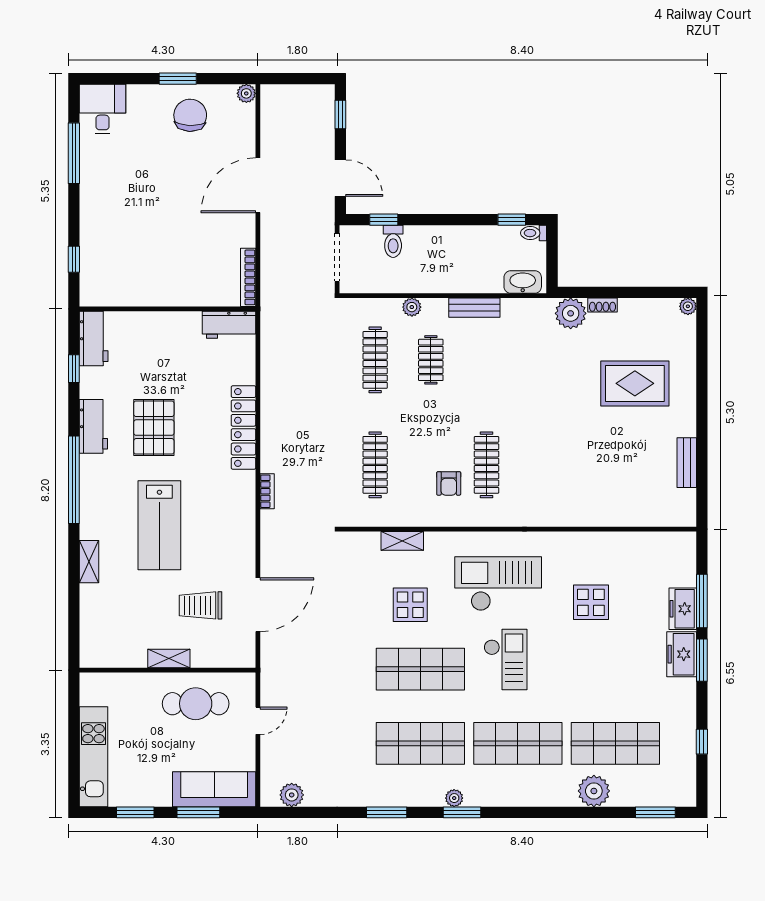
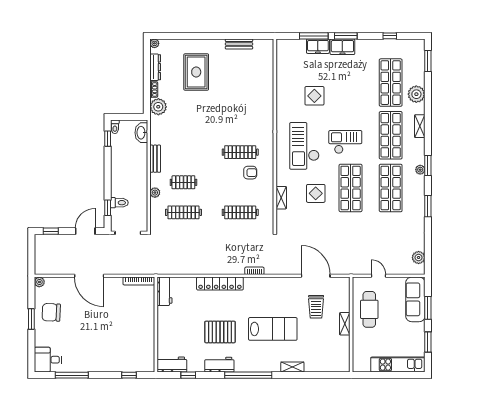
dresser: (644, 308) -> (155, 67), added
shelving: (535, 797) -> (420, 126), added

